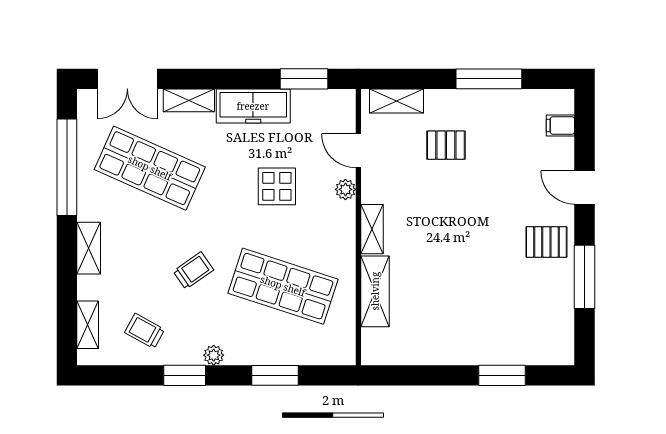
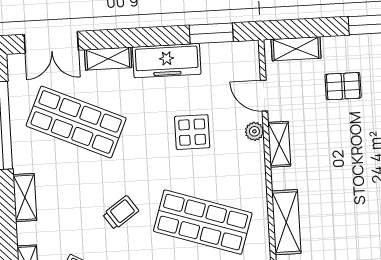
shelving: (372, 229) -> (279, 144), moved

